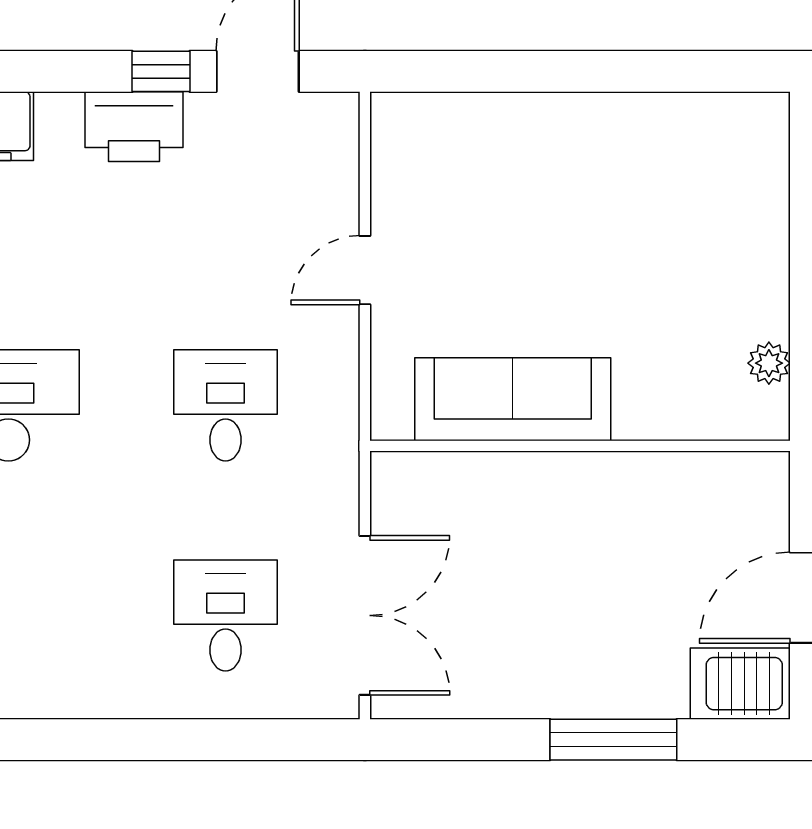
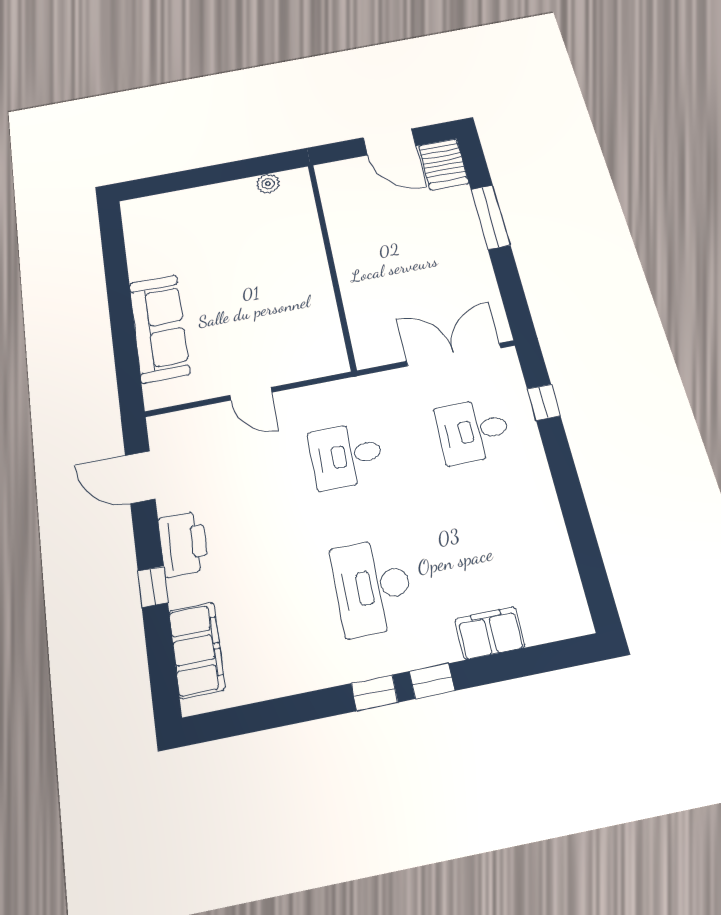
window: (161, 71) -> (153, 587), moved
sofa: (513, 399) -> (159, 328), moved, turned 180
window: (250, 740) -> (544, 402), added

